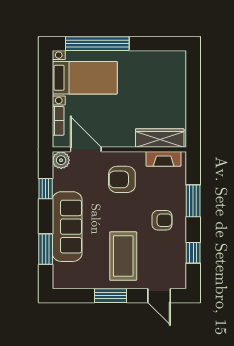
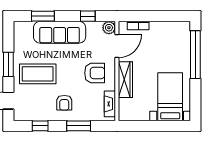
bed with nightstands: (85, 78) -> (170, 97), moved, turned 180
wardrobe: (160, 138) -> (125, 80), moved
armchair: (122, 179) -> (95, 73), turned 90

